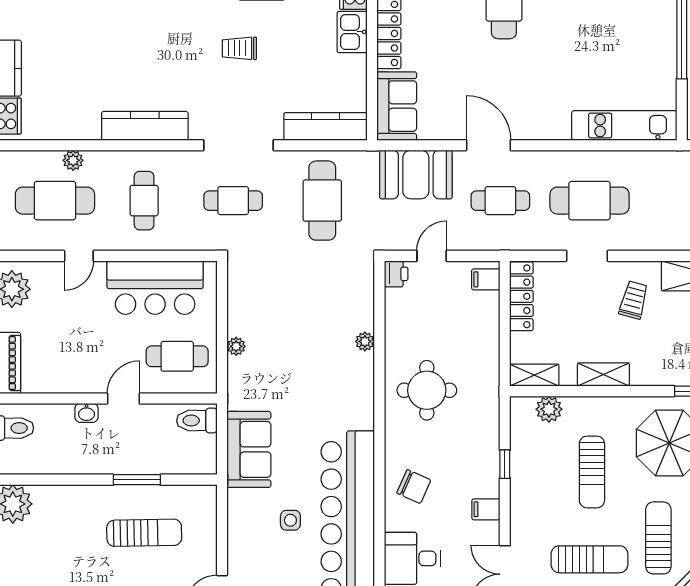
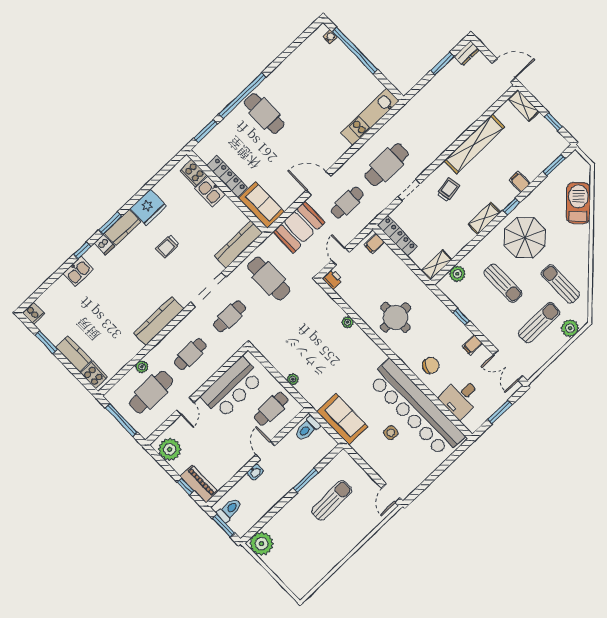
cafe table: (144, 201) -> (190, 354), turned 90
trolley: (634, 300) -> (448, 190), turned 65
shelving: (603, 375) -> (484, 218), moved

